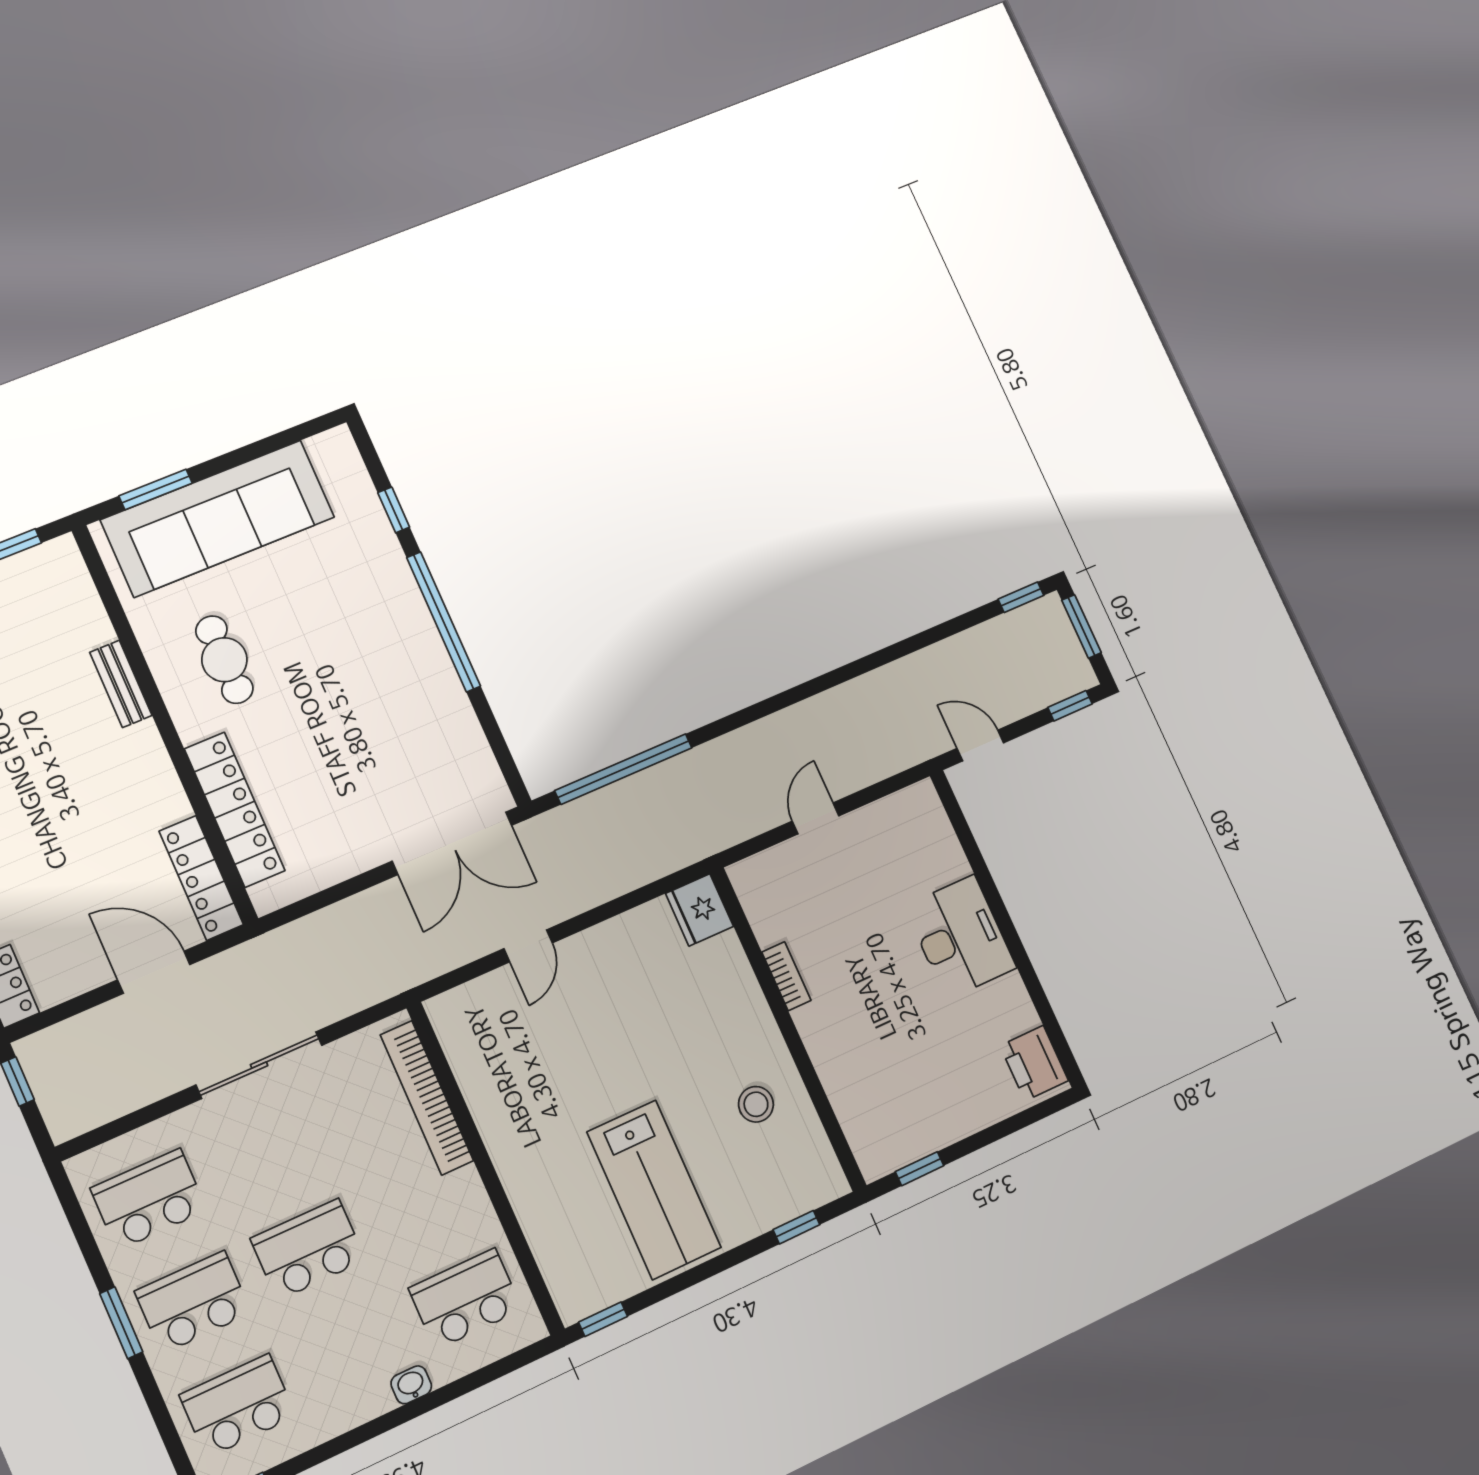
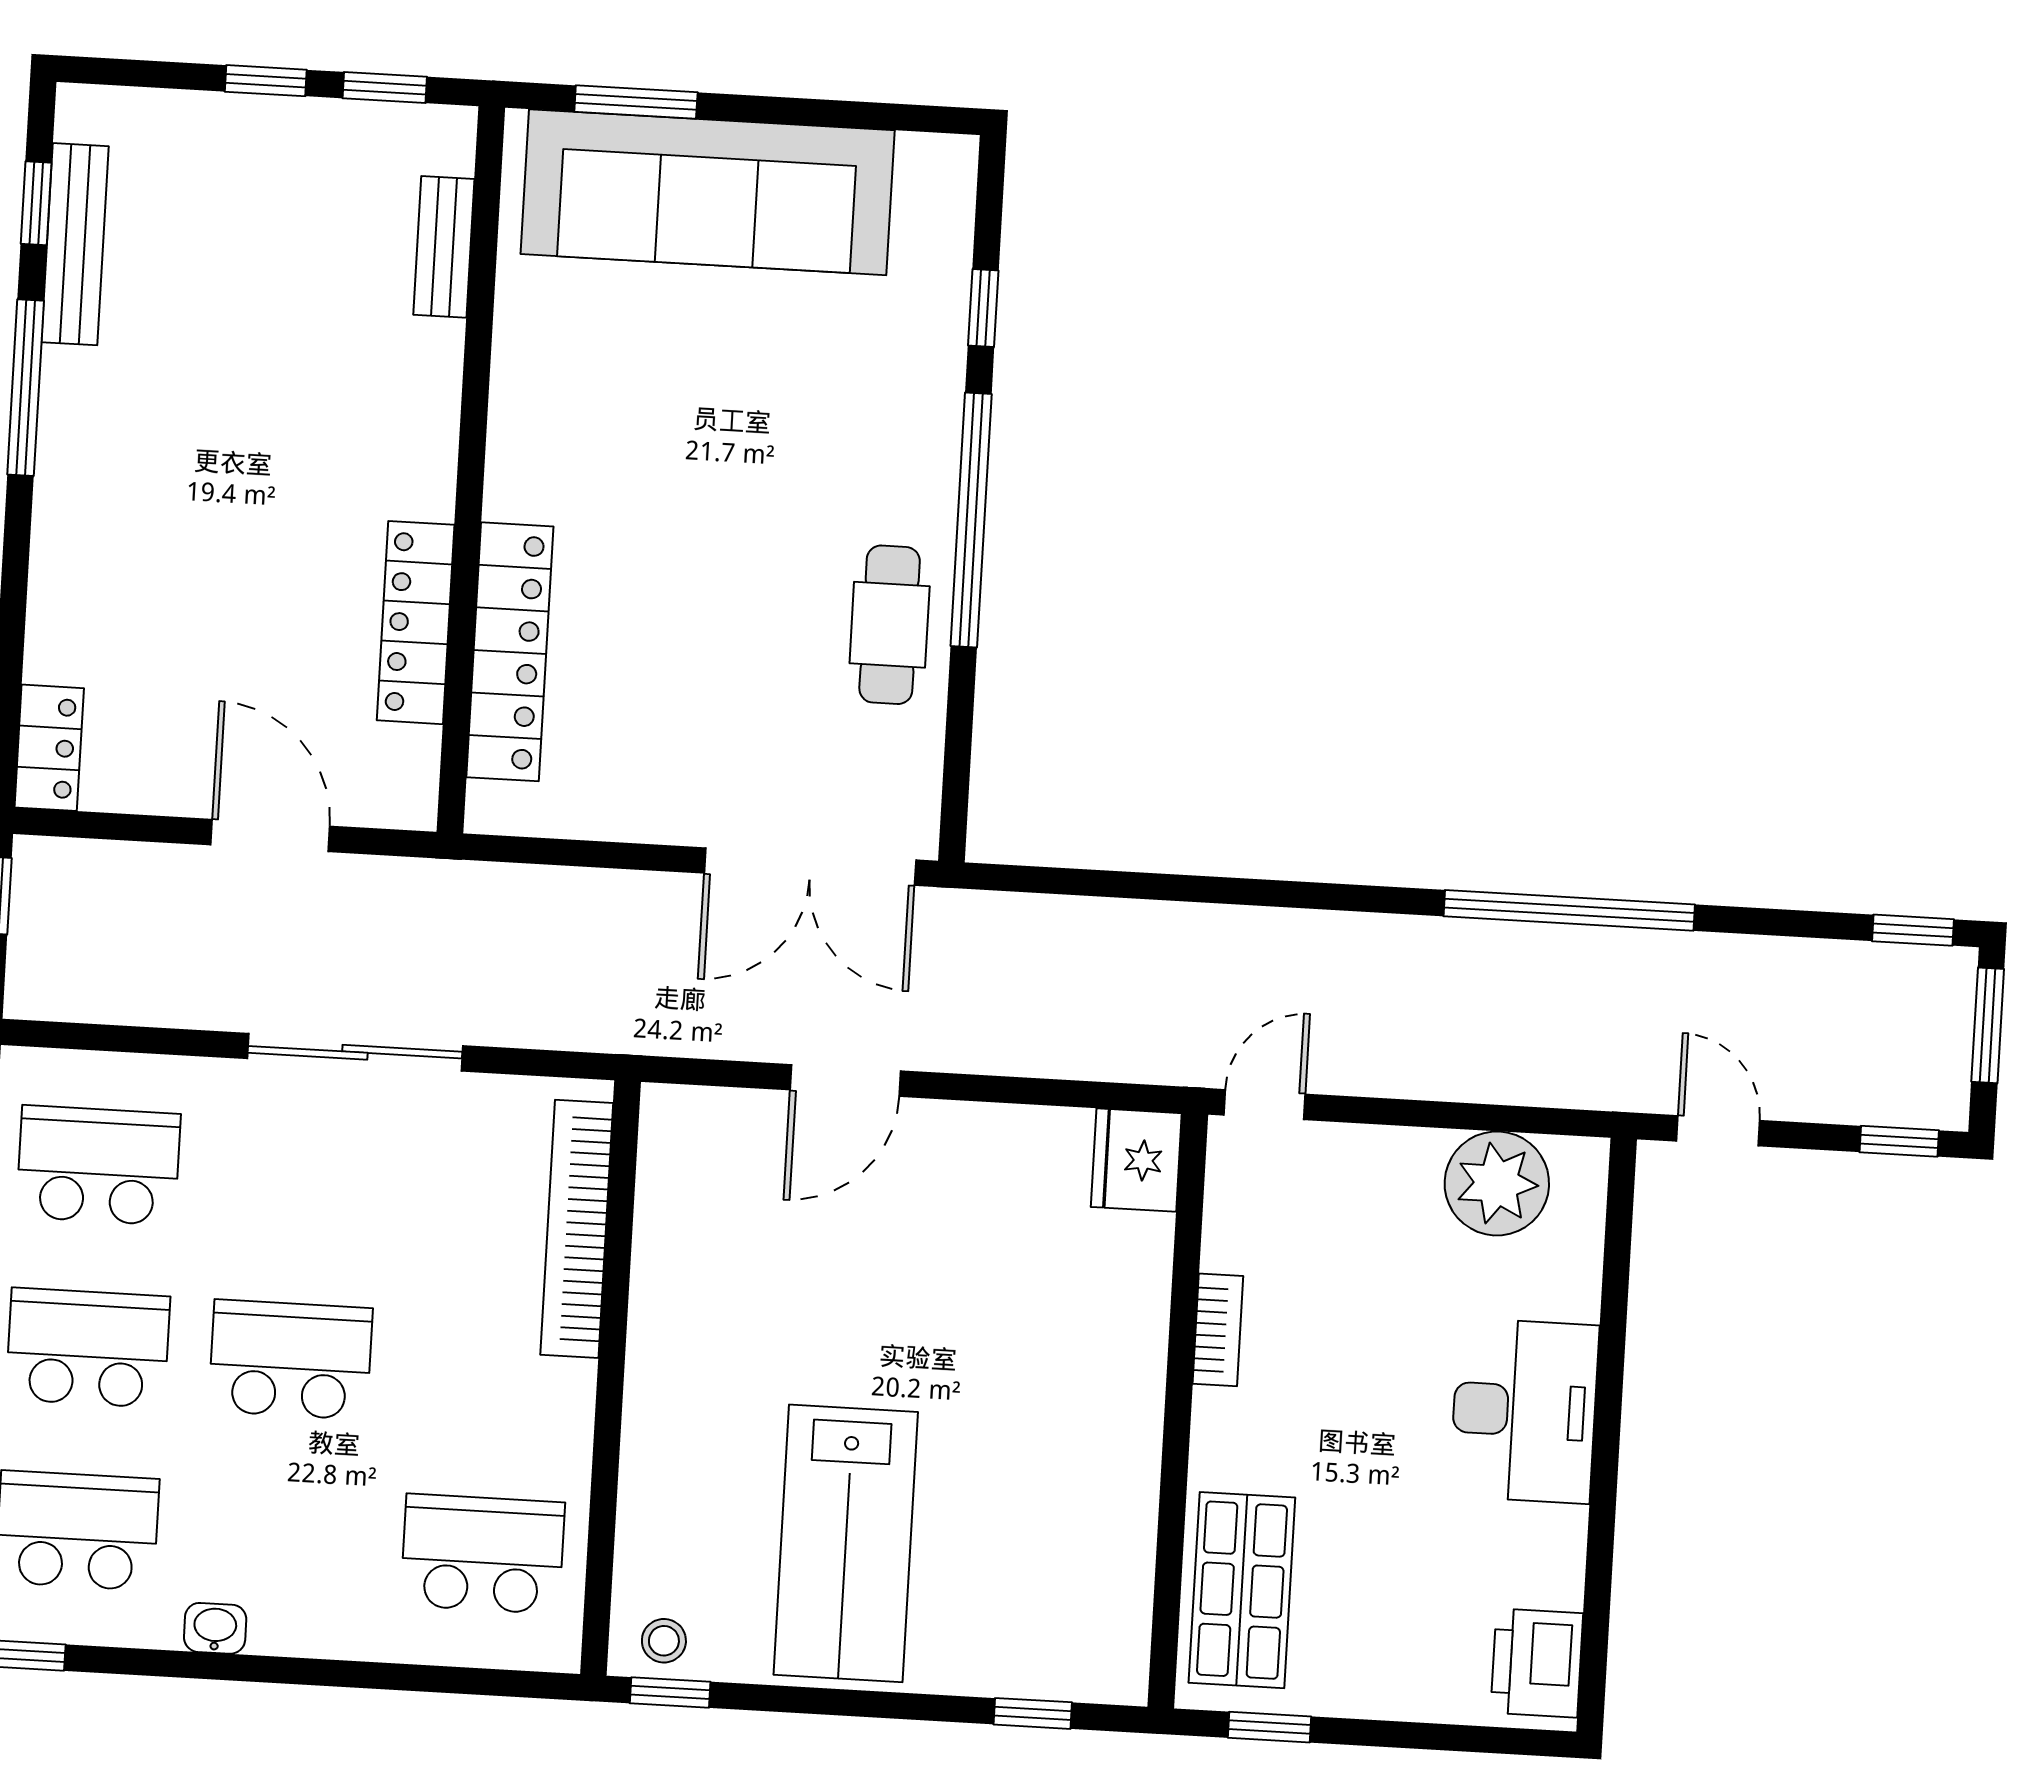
cafe table: (224, 660) -> (890, 625), moved
bench: (121, 684) -> (444, 247), moved
window: (624, 769) -> (1569, 910), moved
door: (816, 818) -> (1265, 1105), moved
plant: (886, 828) -> (1497, 1183), added
locker: (201, 878) -> (416, 623), moved
door: (528, 946) -> (845, 1080), width x1.38
stool: (756, 1104) -> (664, 1641), moved, width x0.73, depth x0.73
shop shelf: (869, 1105) -> (1242, 1590), added
washbasin: (411, 1385) -> (215, 1628), moved

